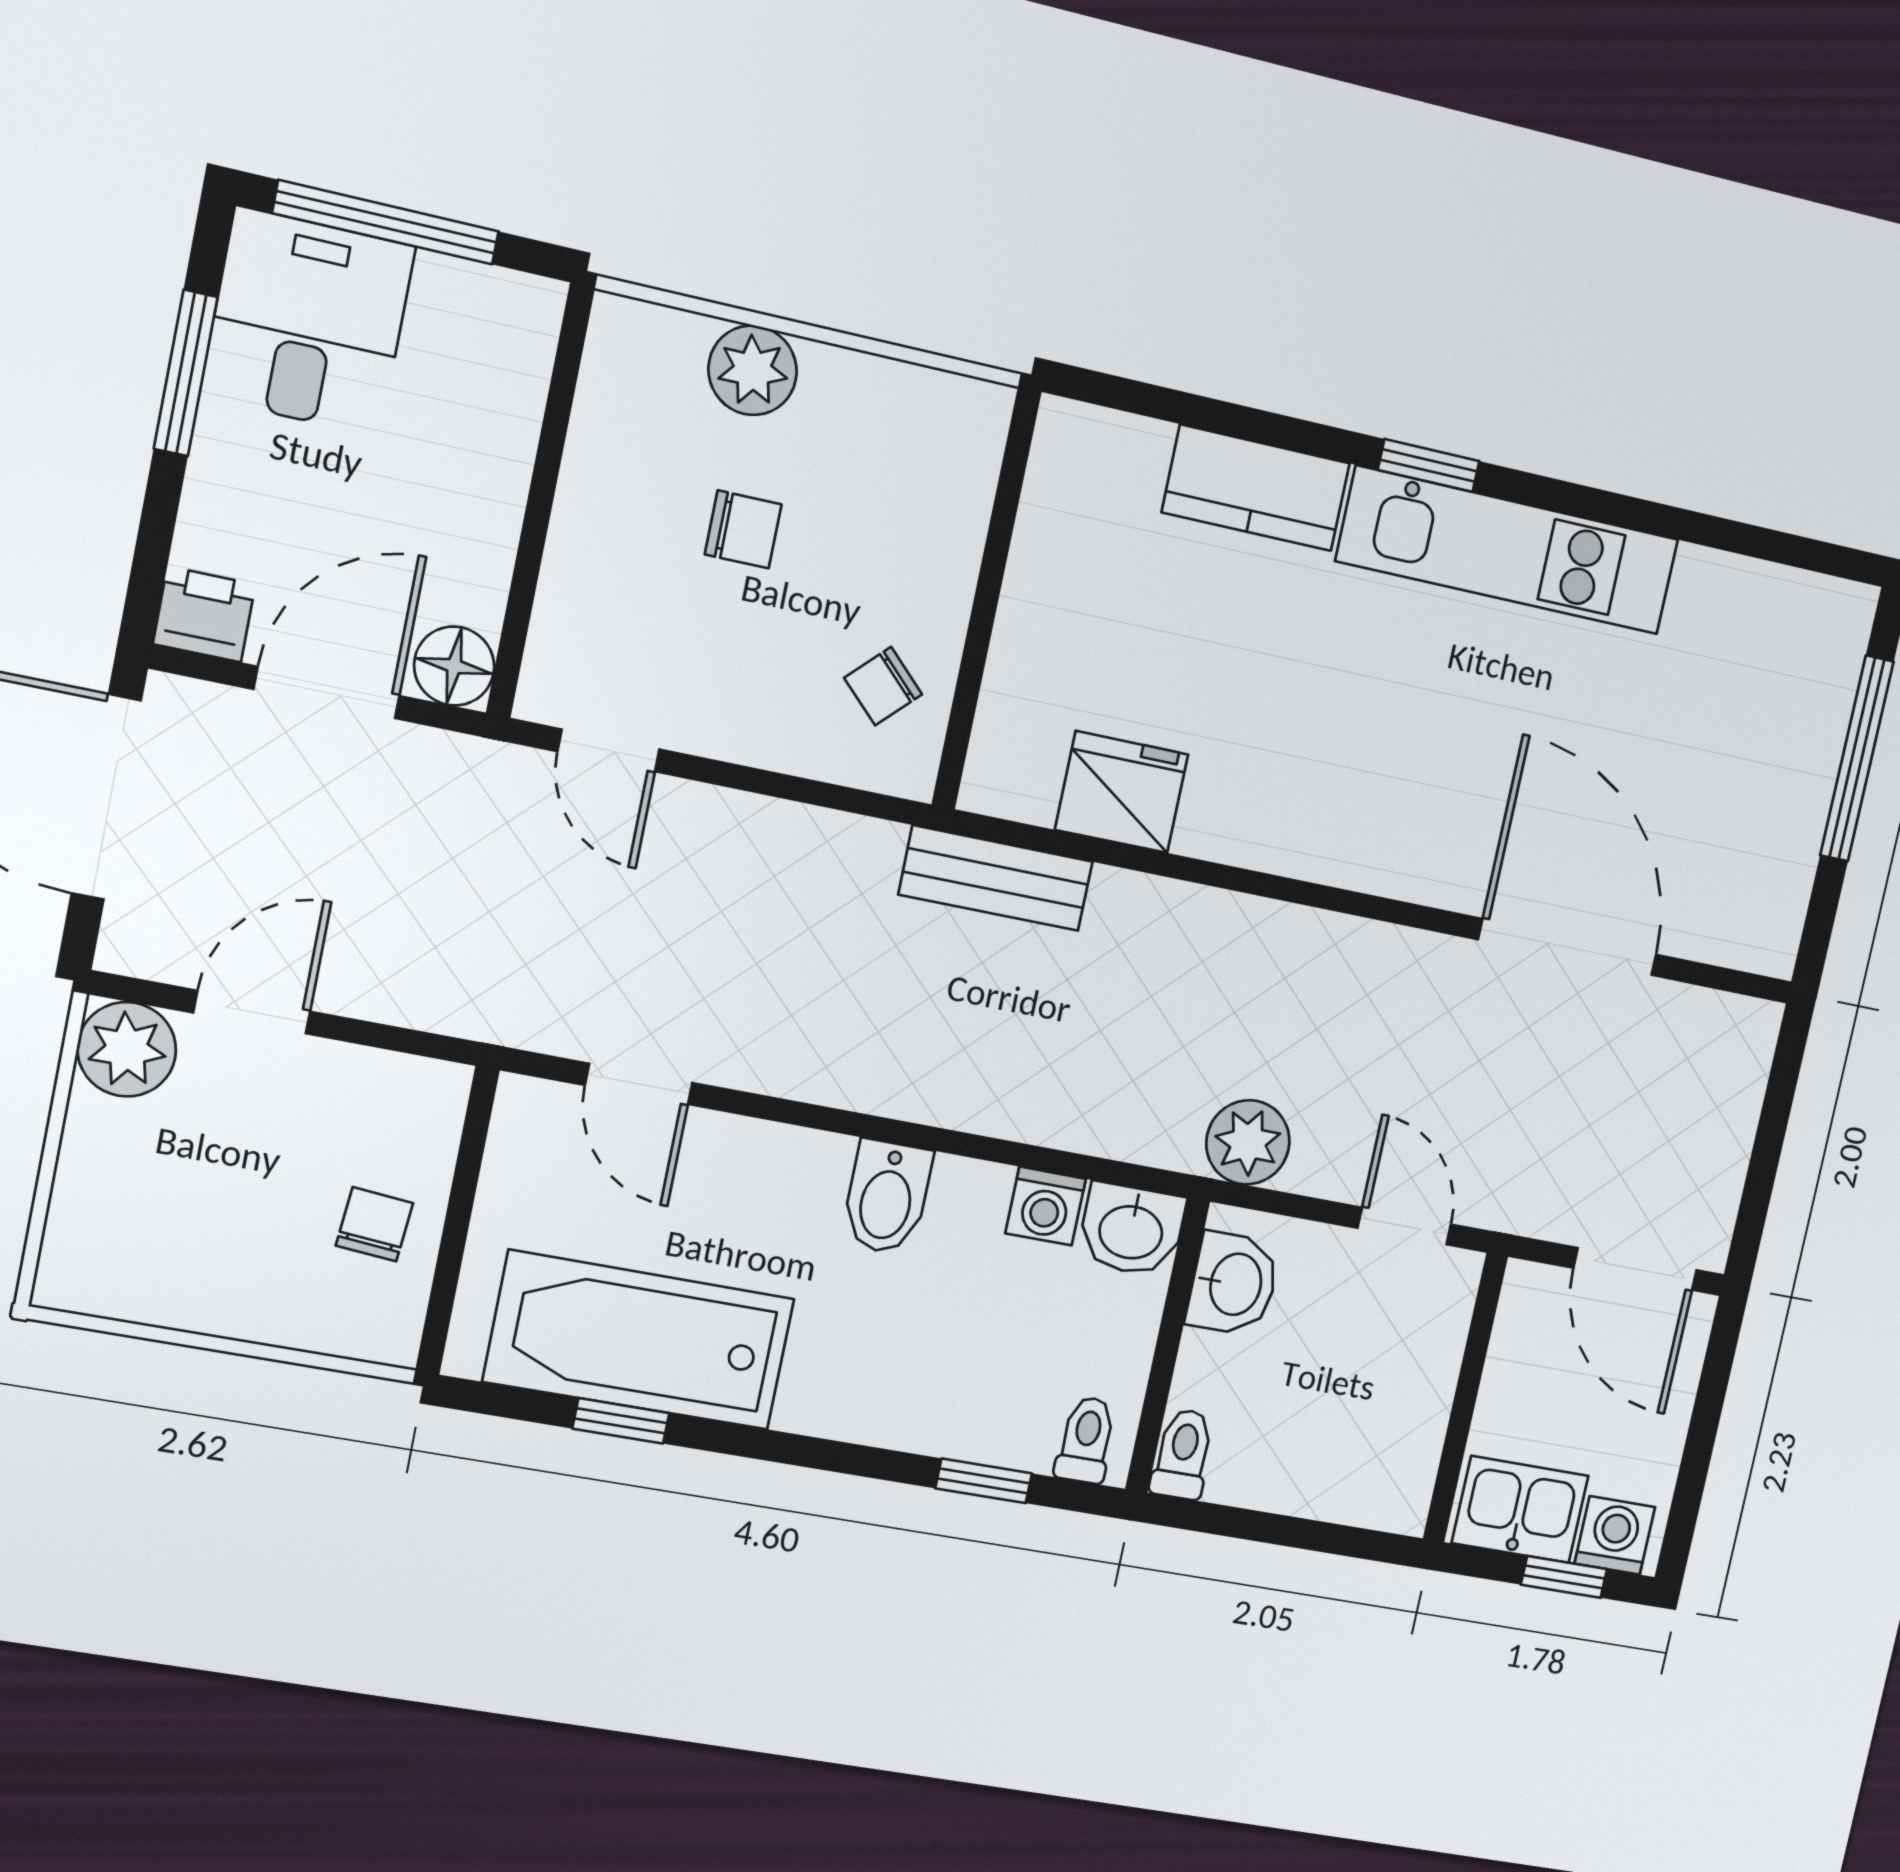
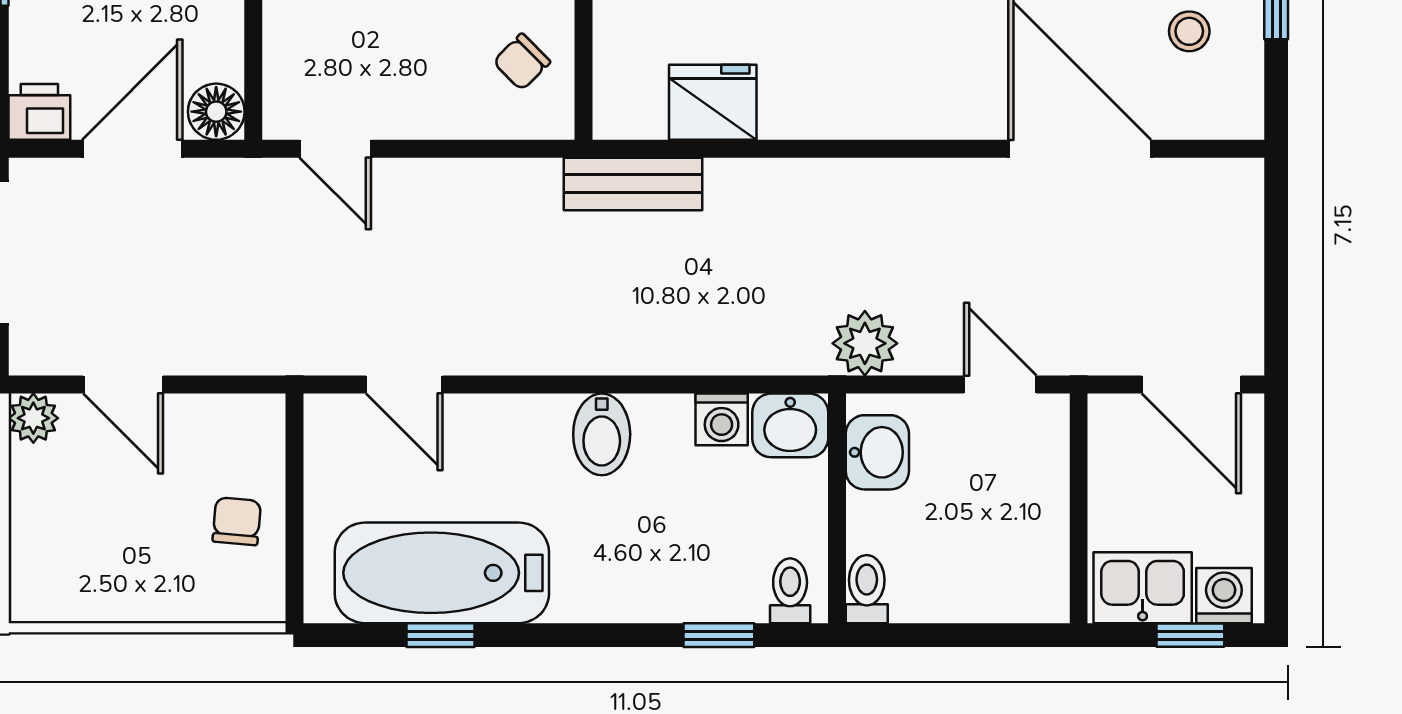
stool: (1733, 826) -> (1189, 31), added
door: (252, 1012) -> (123, 385), swing flipped
plant: (127, 1049) -> (33, 418), width x0.73, depth x0.73

